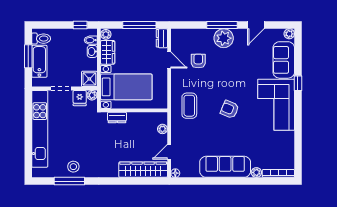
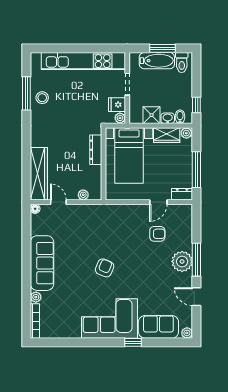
shower: (89, 79) -> (152, 115), moved
coffee table: (189, 106) -> (109, 224), removed
dresser: (117, 117) -> (96, 150), width x1.44

